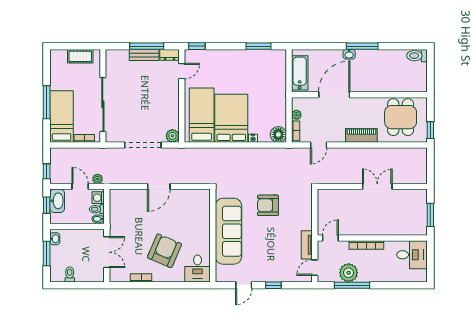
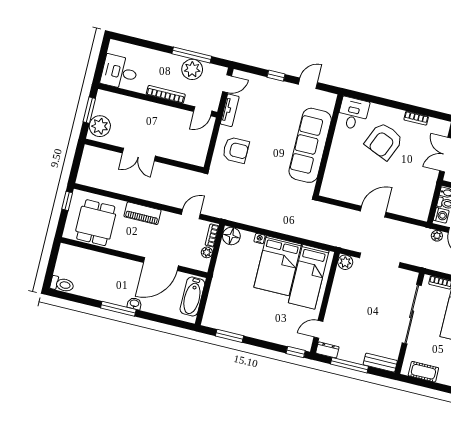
bench: (144, 55) -> (380, 363), moved
plant: (418, 203) -> (100, 126), added
armchair: (268, 205) -> (236, 150), moved

